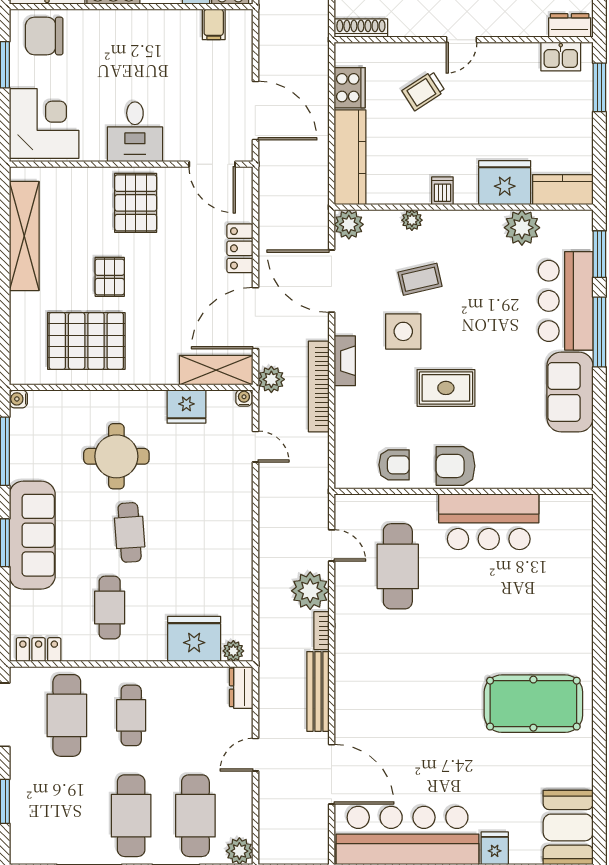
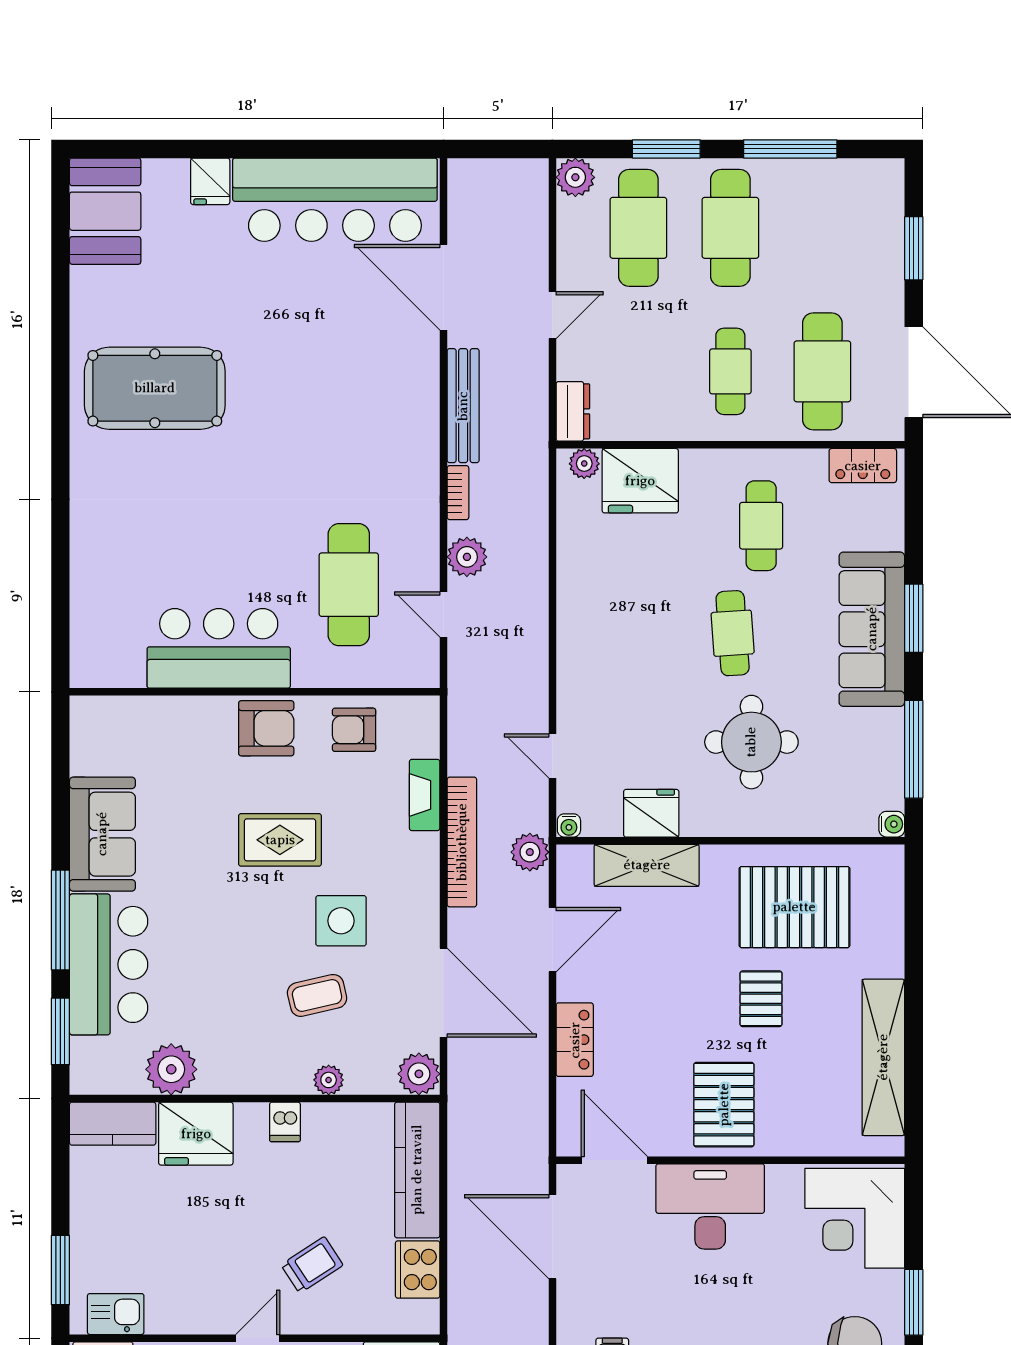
desk: (135, 132) -> (710, 1206), width x1.37
door: (255, 318) -> (552, 940), width x0.73
fireplace: (345, 361) -> (425, 795), moved
shelving: (216, 370) -> (647, 865), moved
plant: (310, 591) -> (467, 557), width x0.73, depth x0.73

